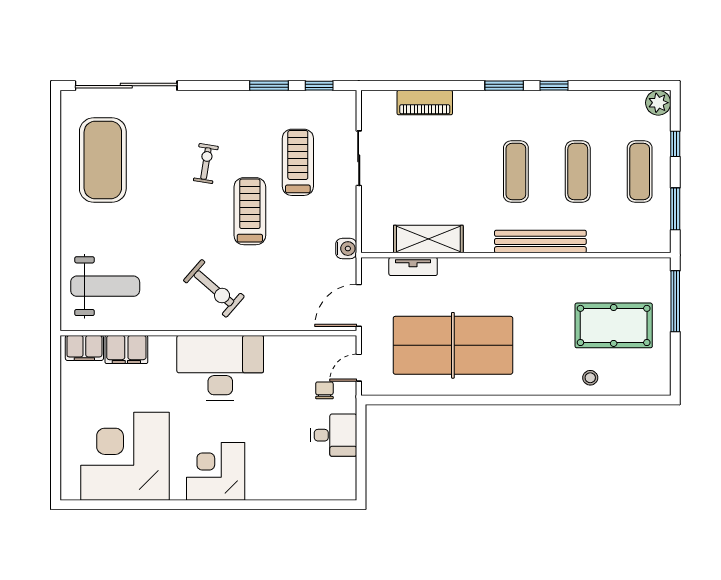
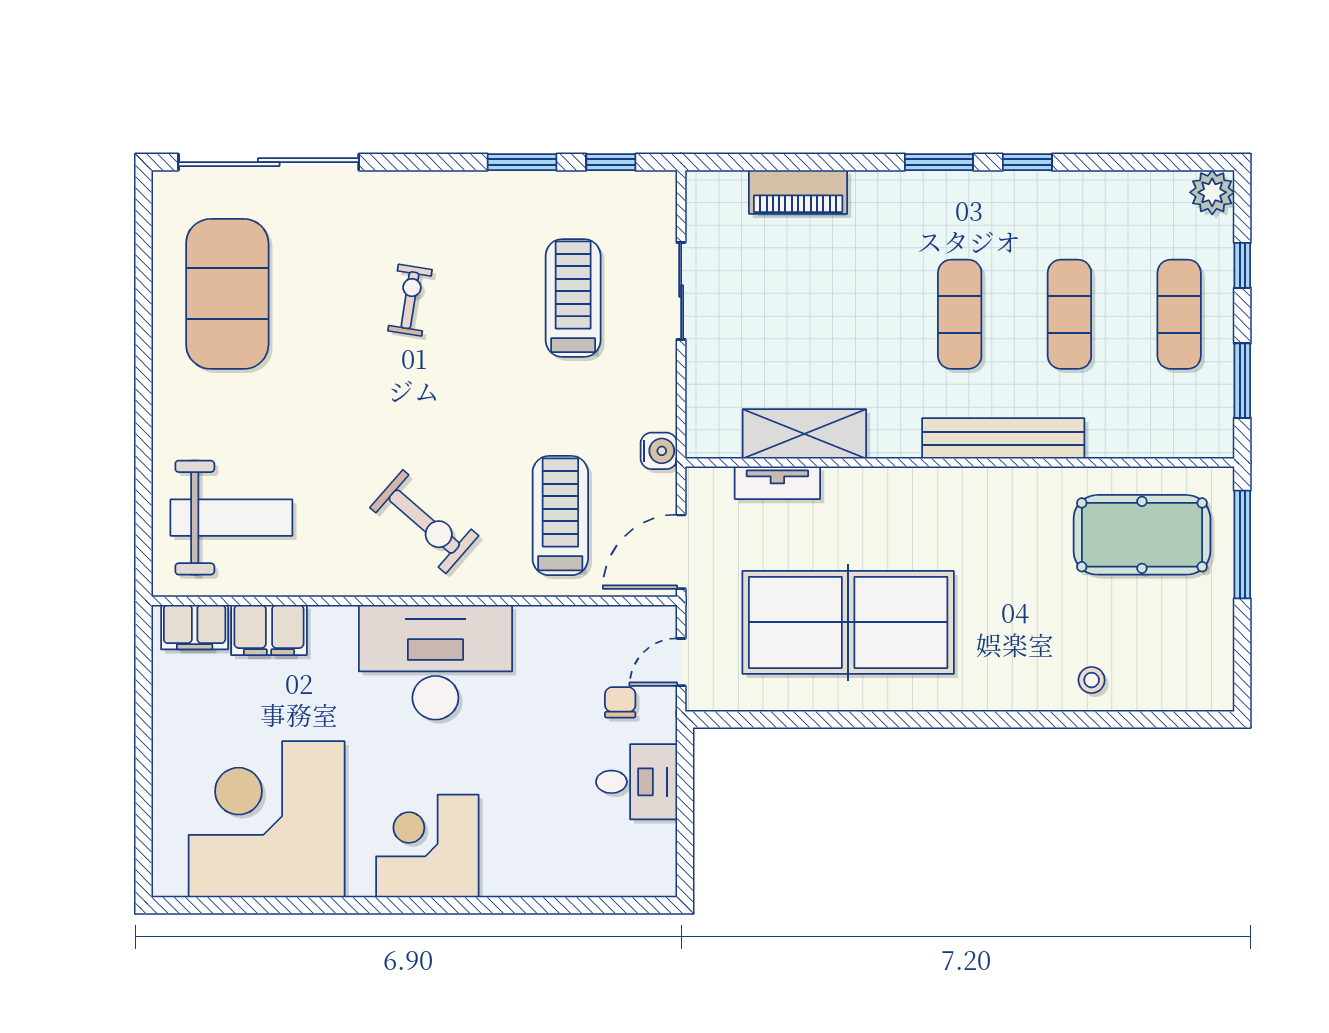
treadmill: (250, 211) -> (560, 516), moved
pool table: (614, 325) -> (1142, 535), moved

